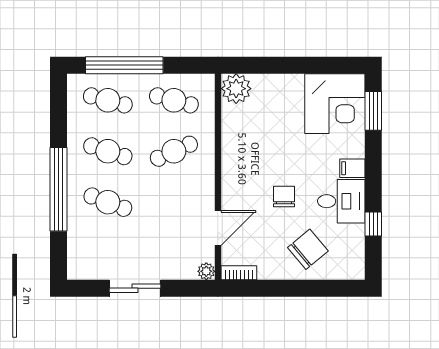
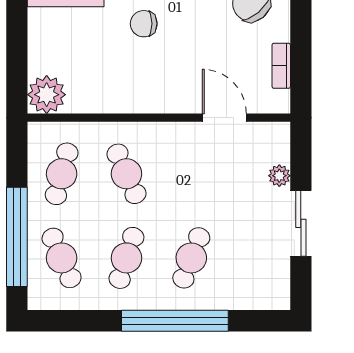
cafe table: (108, 100) -> (62, 258), turned -39
chair: (284, 197) -> (144, 24), moved
plant: (206, 271) -> (279, 176), moved
bookcase: (239, 273) -> (281, 66), moved

